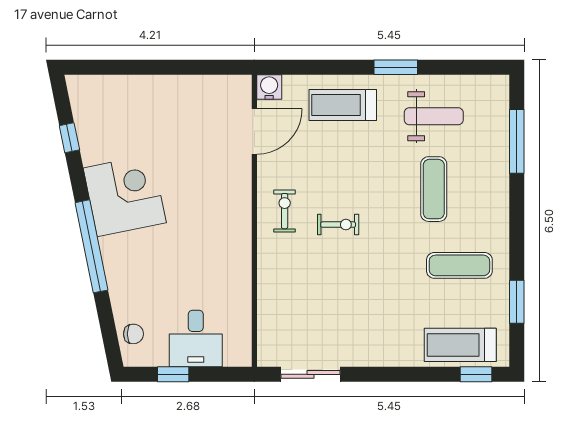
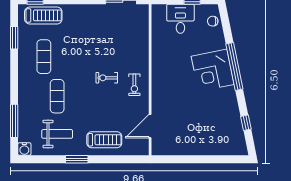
water cooler: (269, 87) -> (24, 149), moved
weight bench: (434, 116) -> (57, 134), turned 180
corner desk: (125, 195) -> (213, 70), moved
exercise mat: (459, 265) -> (44, 57), turned 90

